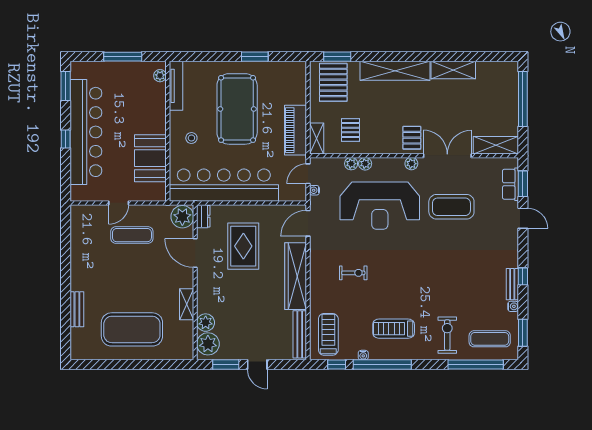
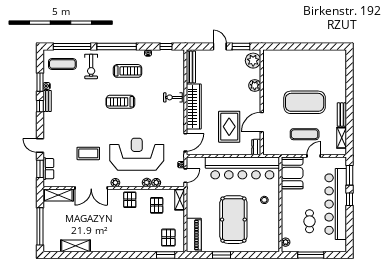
shelving: (453, 70) -> (75, 246), moved
shelving: (395, 71) -> (126, 245), removed
pallet: (333, 82) -> (168, 238), width x0.67, depth x0.71
window: (66, 86) -> (349, 175), moved
tv unit: (176, 86) -> (275, 235), removed
cafe table: (125, 106) -> (309, 221), added
piano: (296, 130) -> (194, 235), moved
pallet: (412, 138) -> (130, 200), moved
booth: (150, 158) -> (292, 173), moved
coffee table: (451, 207) -> (88, 153), width x0.73, depth x0.76
plant: (182, 217) -> (270, 147), removed
door: (195, 253) -> (262, 122), swing flipped
exercise bike: (353, 273) -> (173, 97), moved
shelving: (187, 304) -> (342, 138), moved
bench: (77, 309) -> (342, 115), moved
plant: (206, 323) -> (255, 85), moved
exercise mat: (132, 329) -> (305, 102), moved
window: (523, 333) -> (40, 82), moved
treadmill: (328, 334) -> (120, 102), moved, turned 90
window: (382, 365) -> (117, 47), moved

